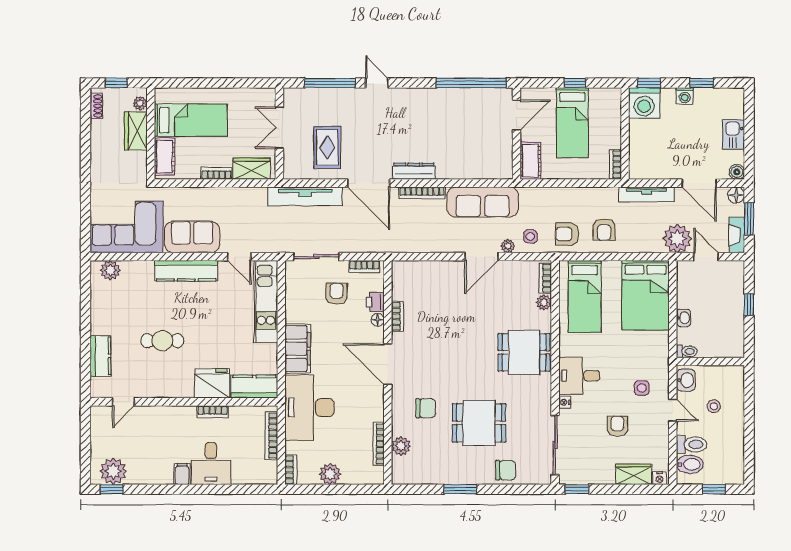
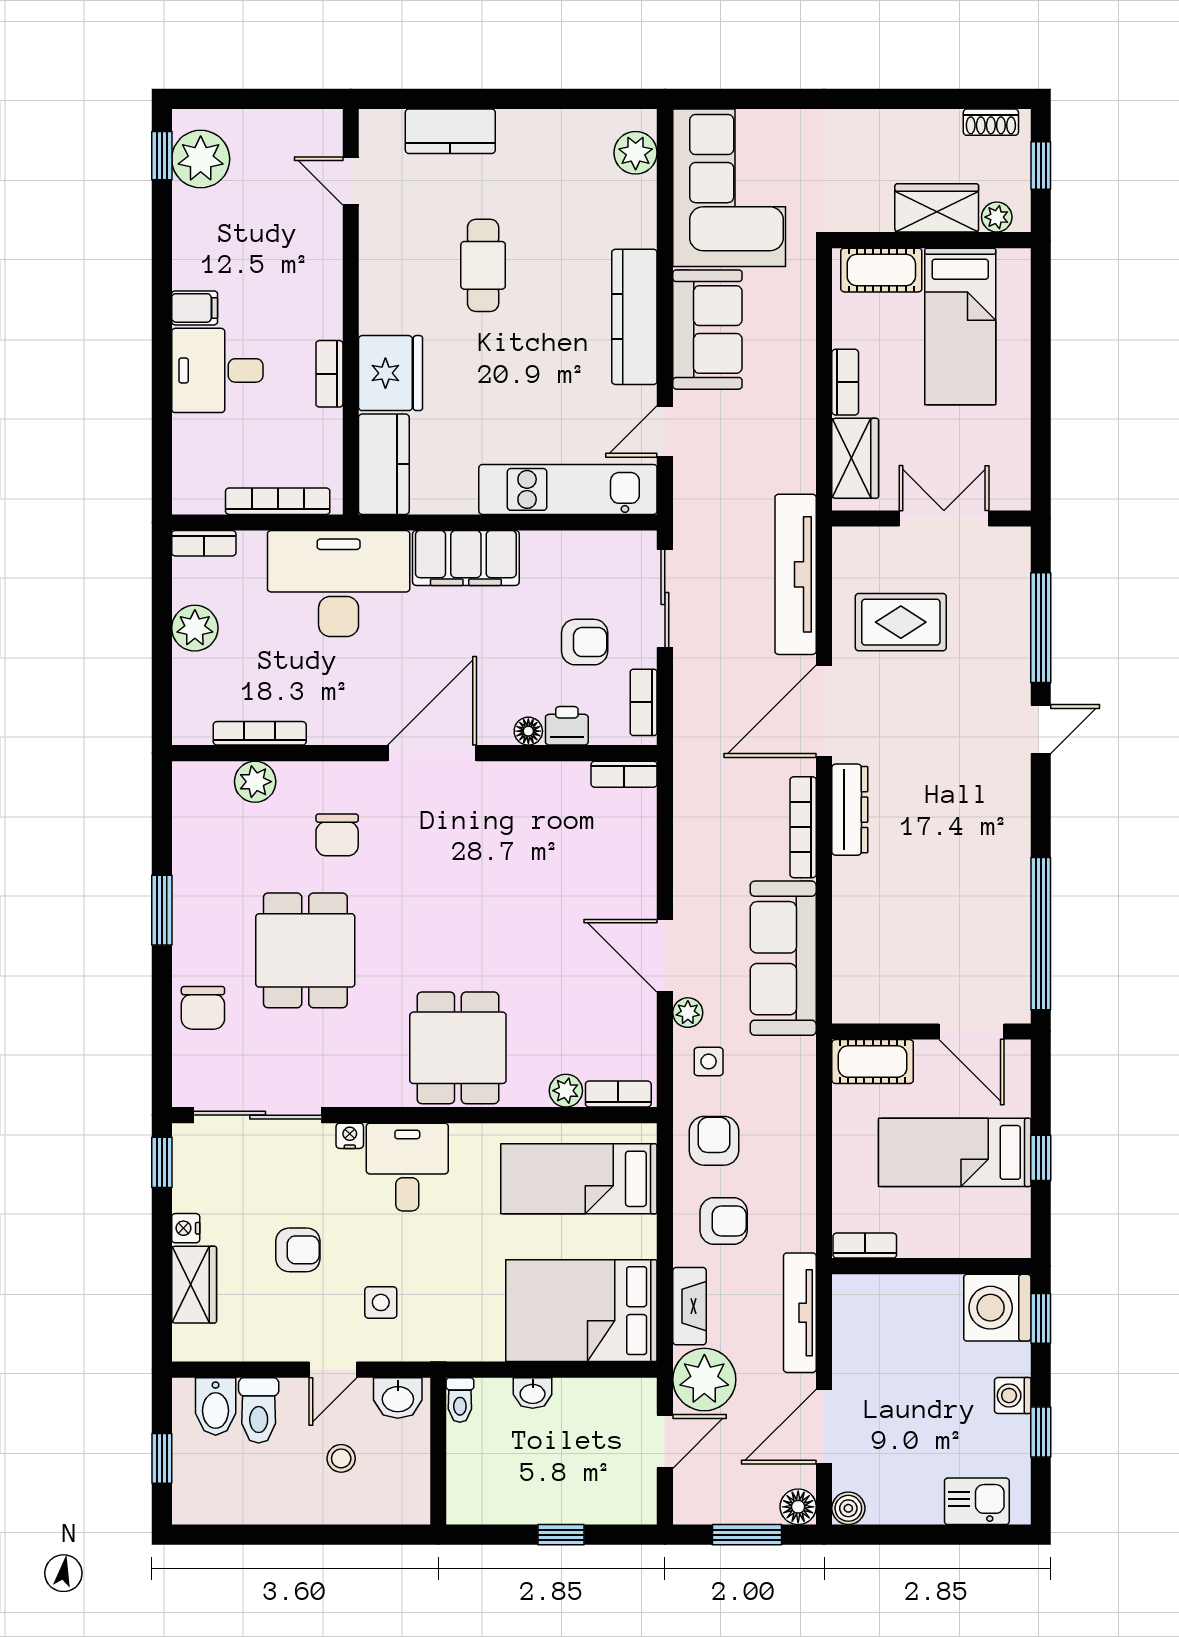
kitchen sink: (734, 135) -> (977, 1501), moved
armchair: (604, 230) -> (724, 1221), turned 180
fireplace: (737, 235) -> (689, 1306), moved, turned 90
bookcase: (398, 316) -> (624, 774), moved
nightstand: (660, 478) -> (186, 1228), moved

